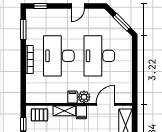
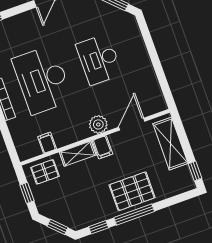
desk: (99, 56) -> (99, 59), width x0.73, depth x0.77
filing cabinet: (72, 97) -> (47, 143), moved

